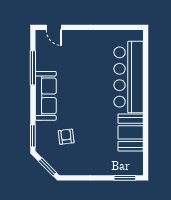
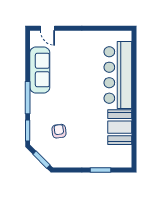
window: (33, 68) -> (28, 98), moved
sofa: (46, 96) -> (40, 70), moved
window: (125, 178) -> (100, 170), moved

